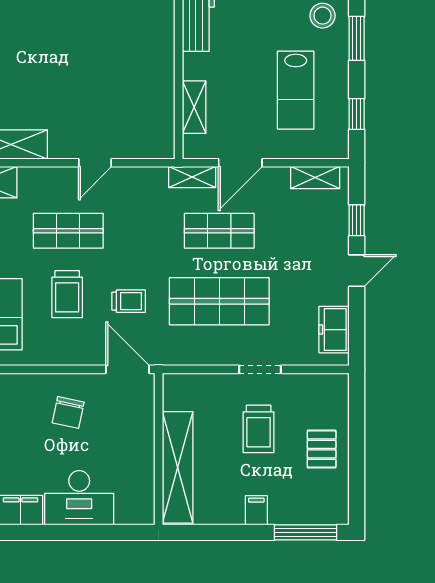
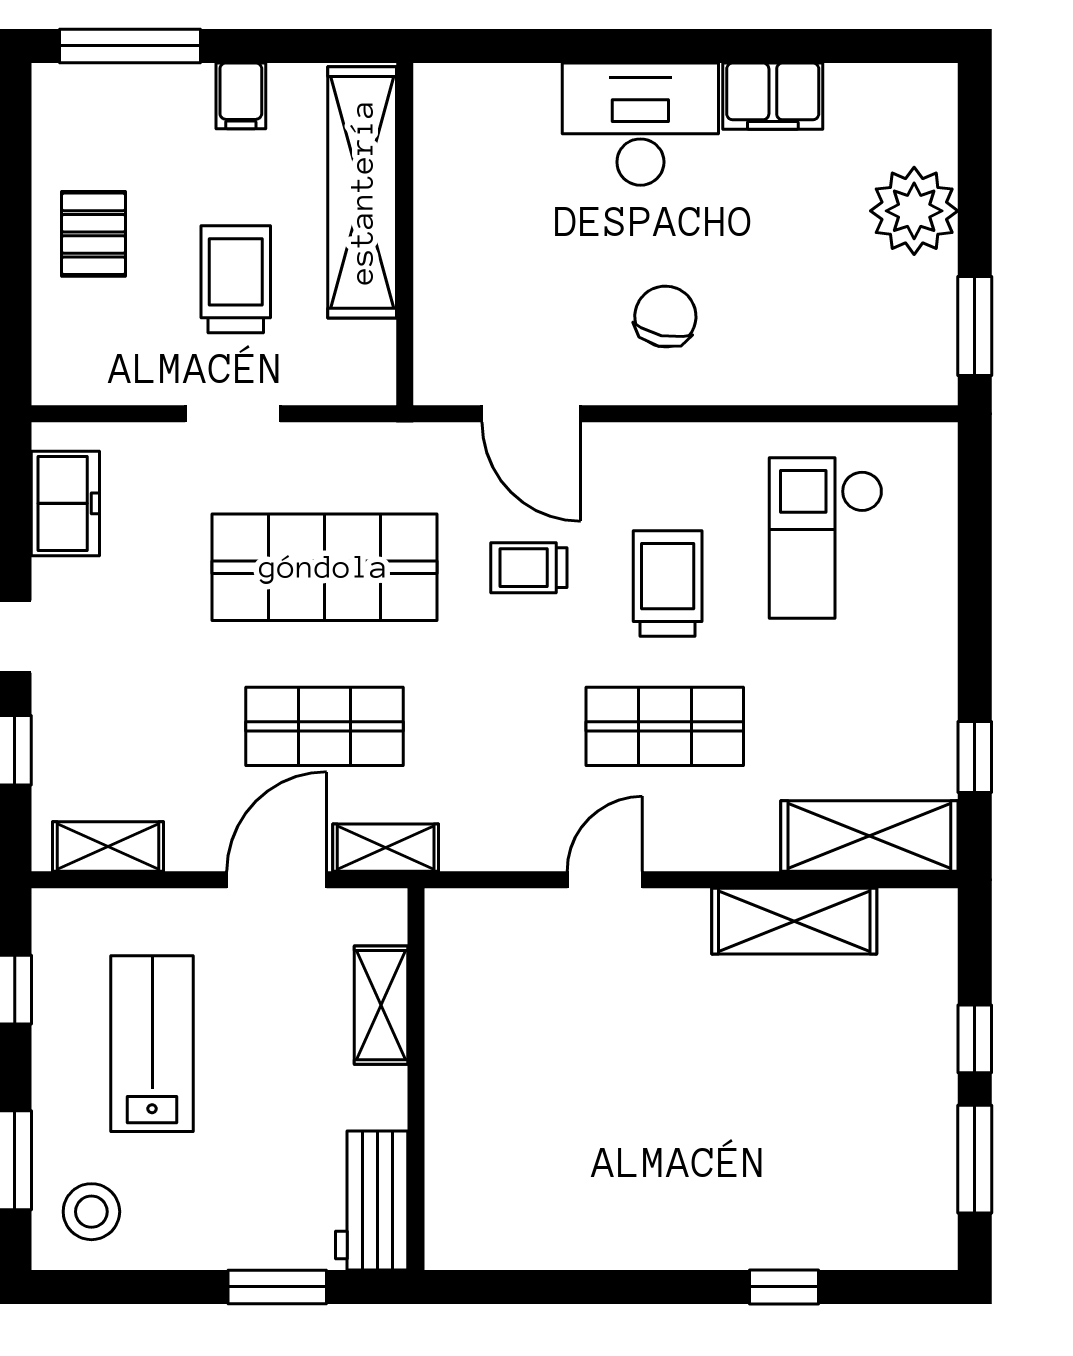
wall: (159, 449) -> (405, 234), moved
shelving: (178, 467) -> (362, 192), moved

